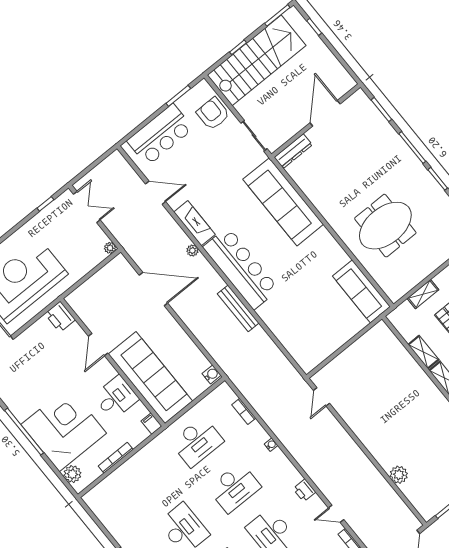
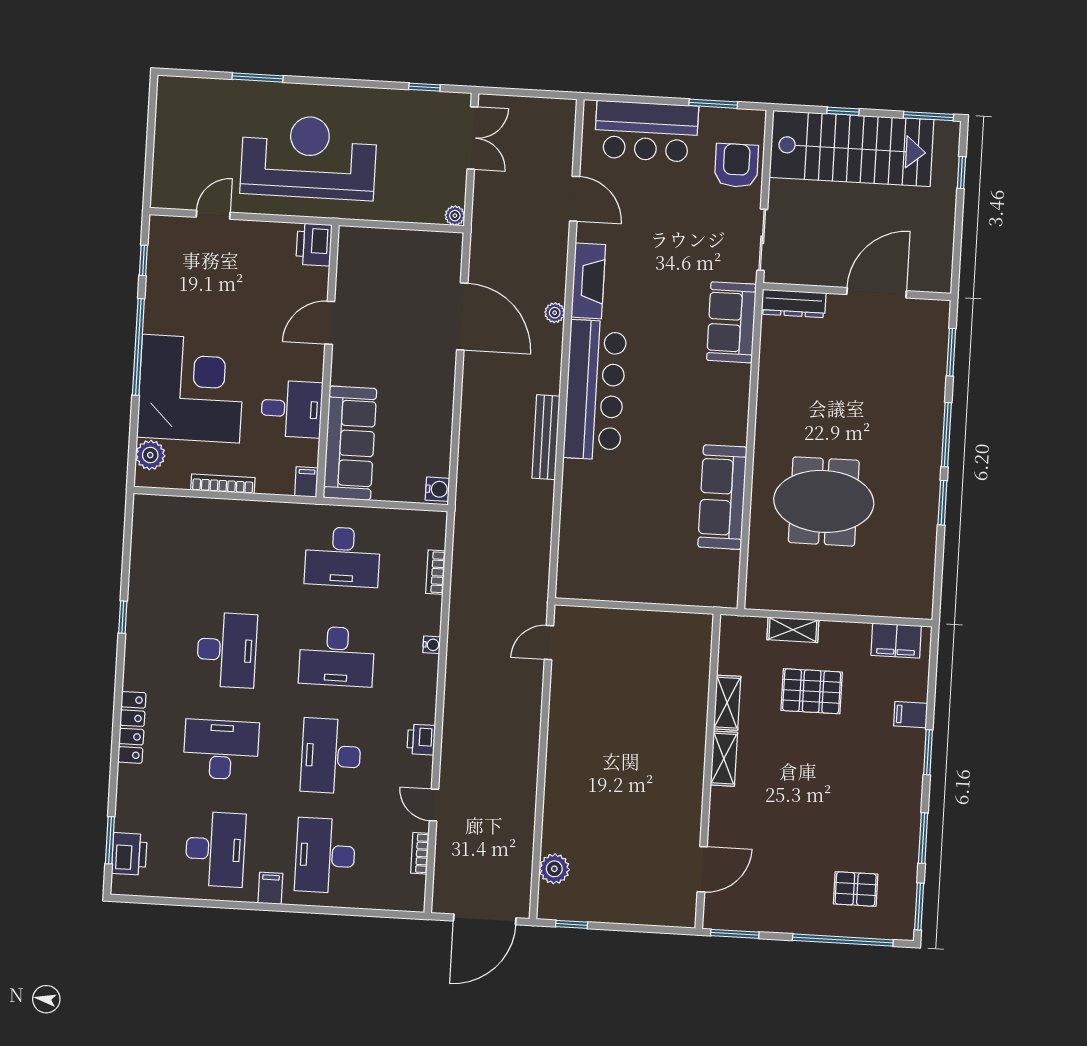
sofa: (283, 202) -> (731, 322), width x0.54, depth x0.79
sofa: (361, 291) -> (722, 497), moved
sofa: (150, 378) -> (350, 443), width x0.74, depth x0.79
plant: (399, 475) -> (554, 869), moved

